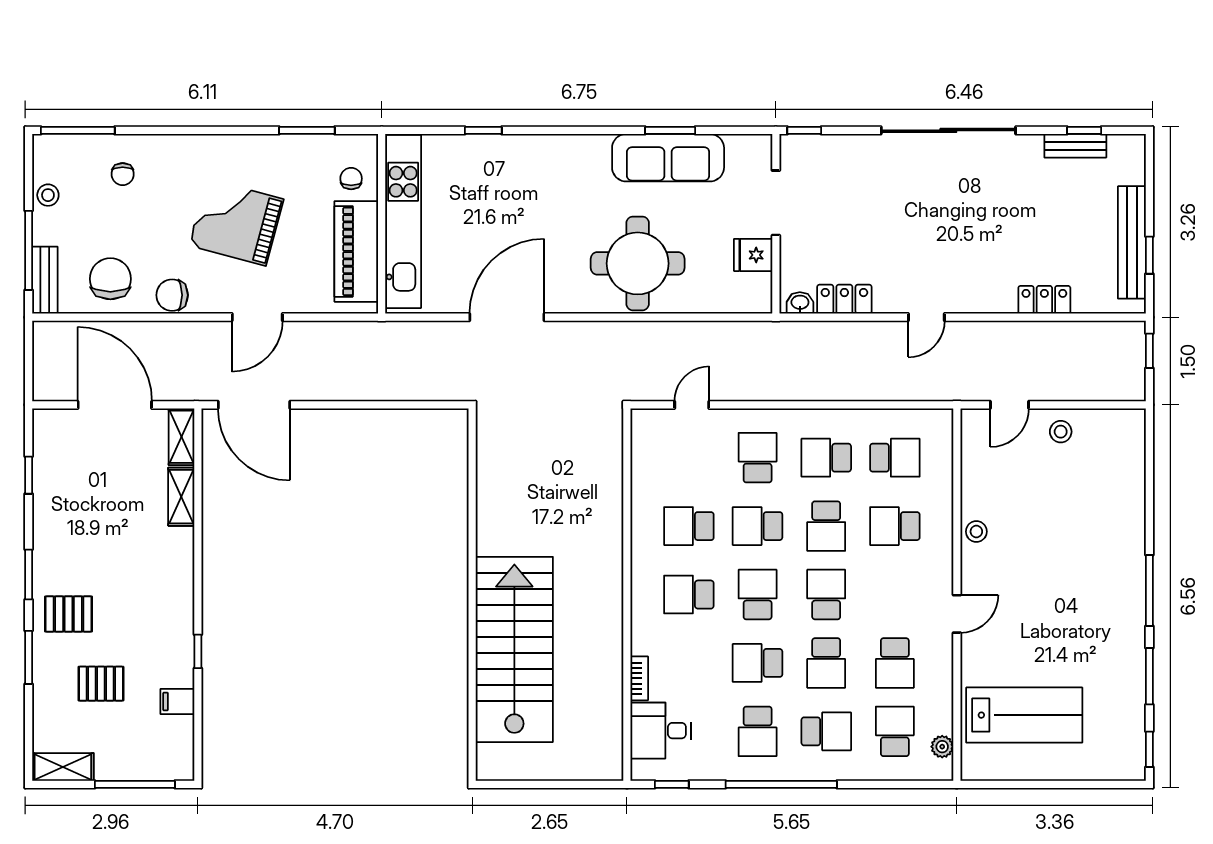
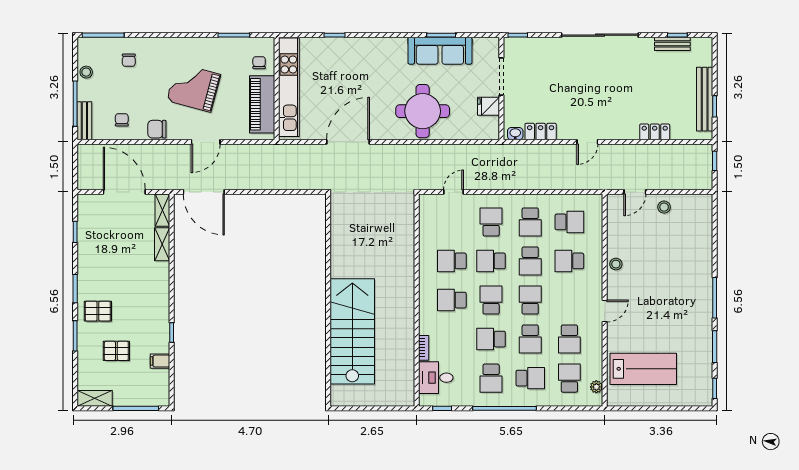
chair: (110, 279) -> (122, 120), width x0.54, depth x0.54
school desk: (826, 458) -> (530, 222), turned -90

